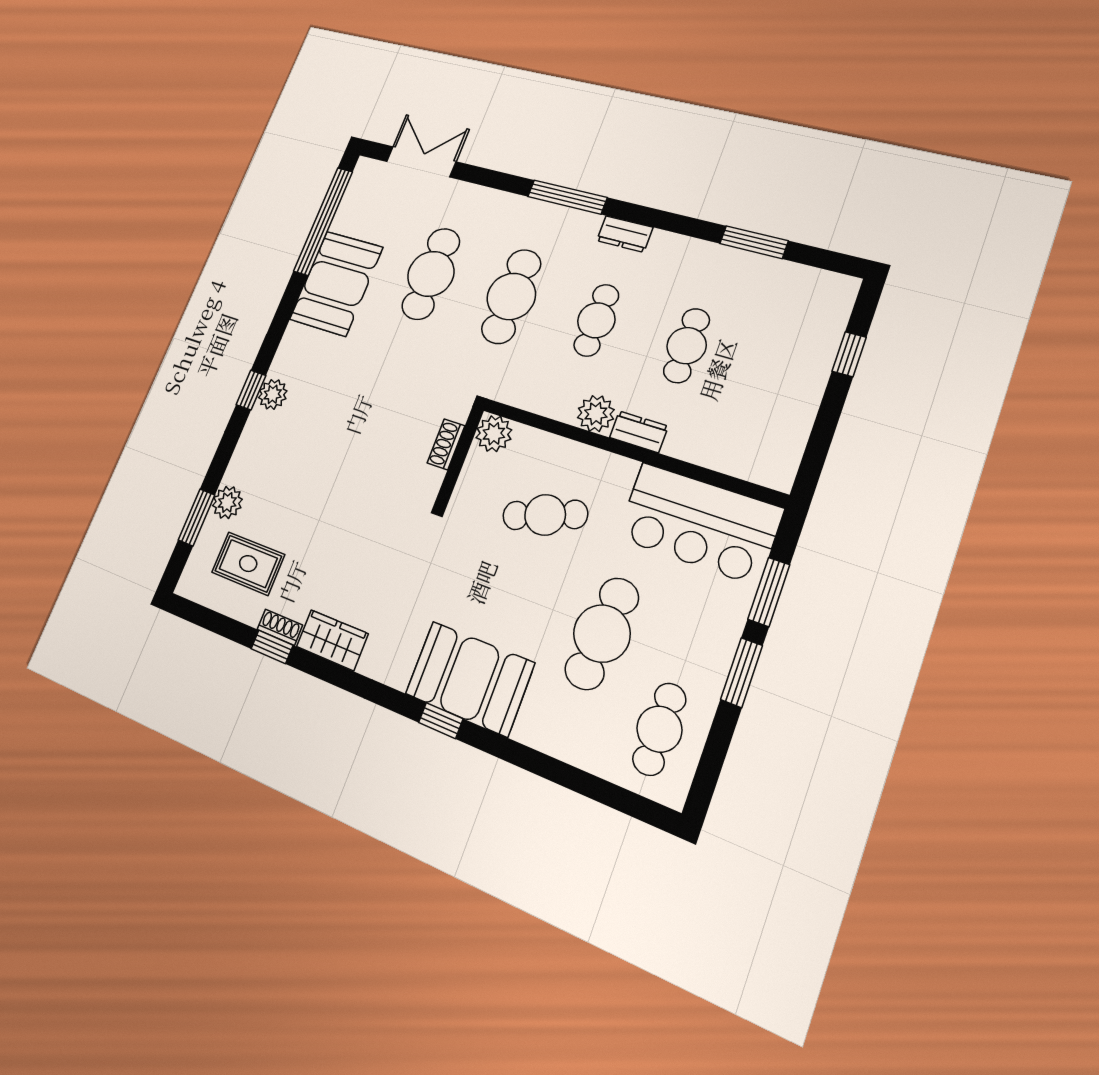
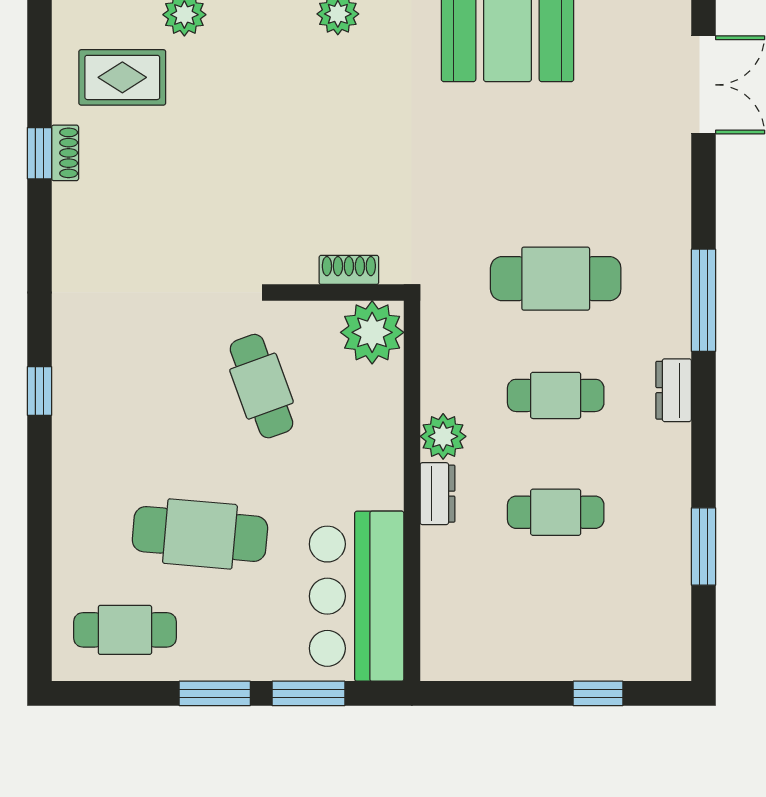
cafe table: (431, 274) -> (556, 162), removed
plant: (494, 434) -> (372, 332), width x1.36, depth x1.36
cafe table: (545, 515) -> (261, 386), moved
rug: (248, 564) -> (122, 77), turned 90
wardrobe: (332, 640) -> (75, 225), removed
booth: (470, 678) -> (97, 406), removed

